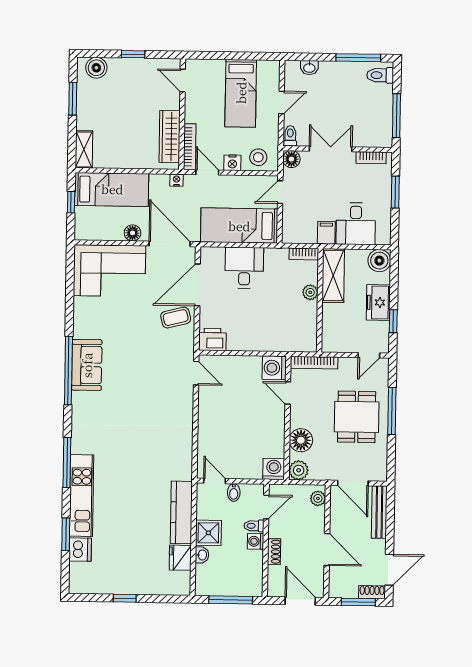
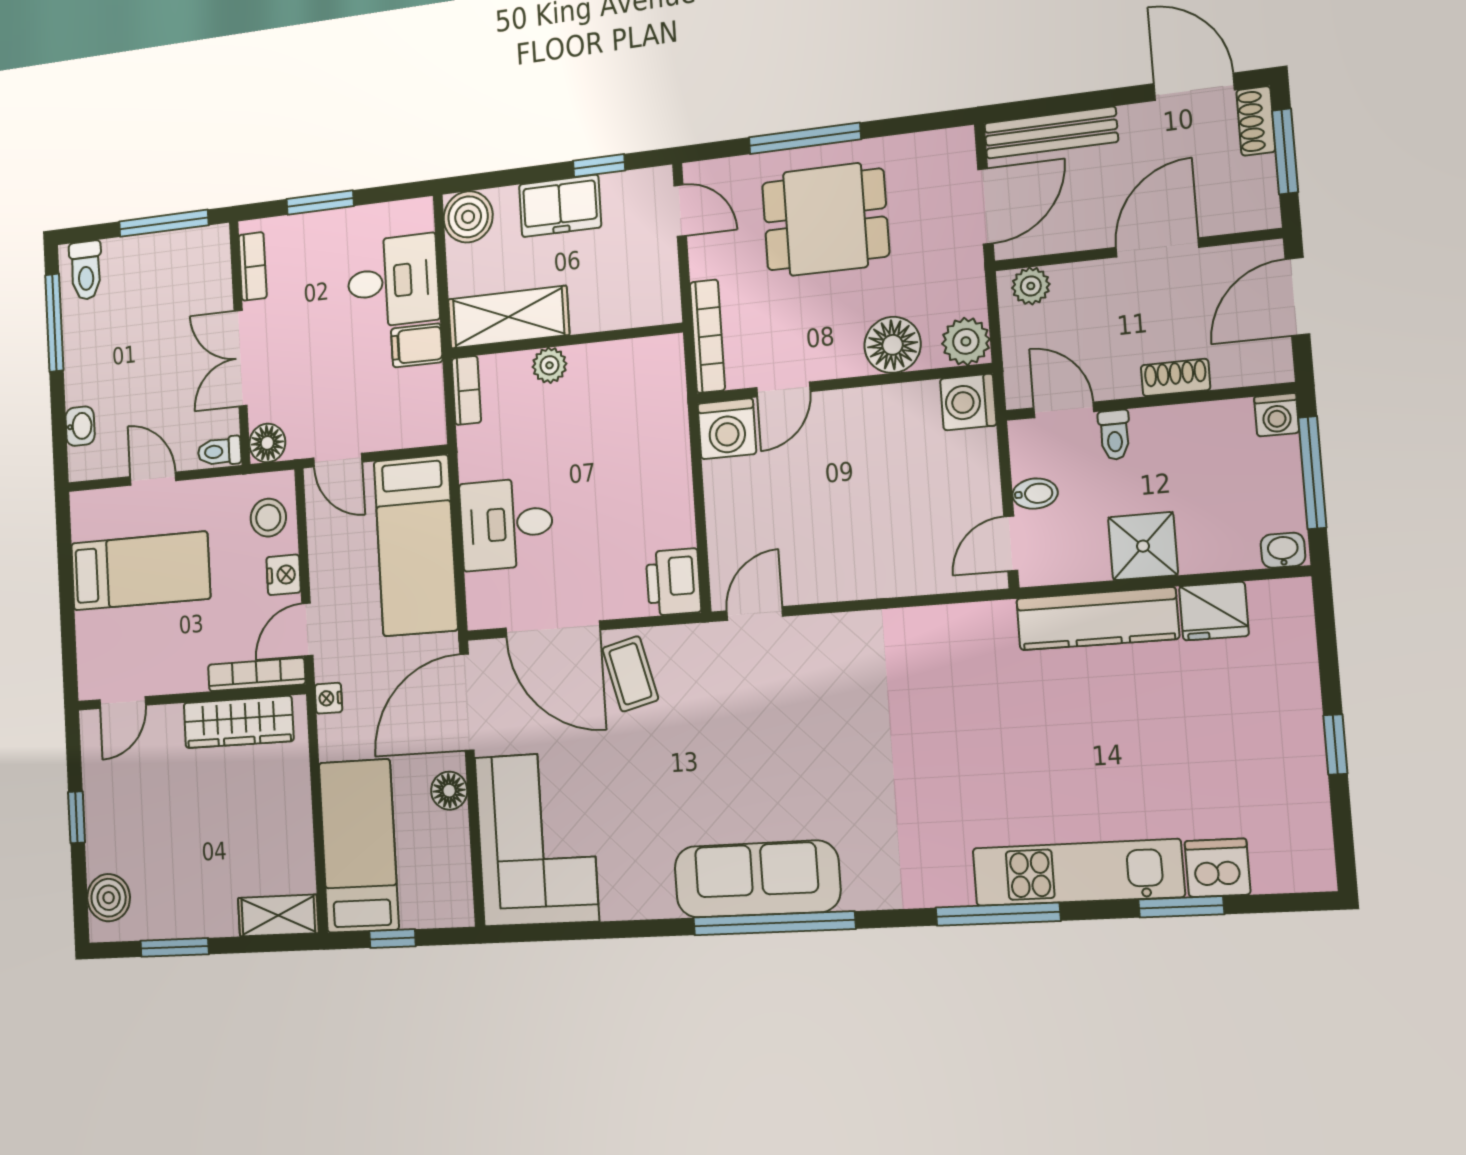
sofa: (87, 365) -> (757, 879), width x1.36
washing machine: (256, 541) -> (1277, 415), moved
washbasin: (202, 555) -> (1283, 550), moved

